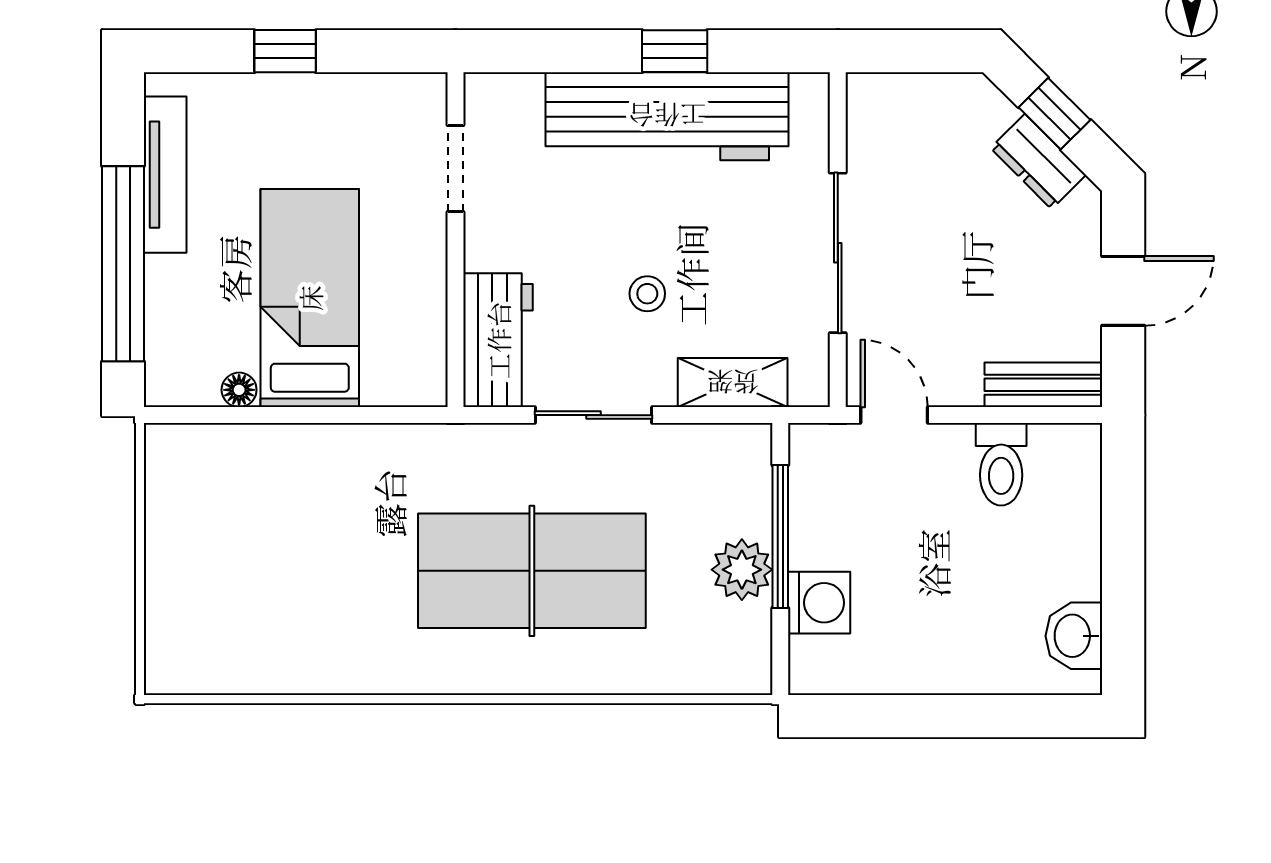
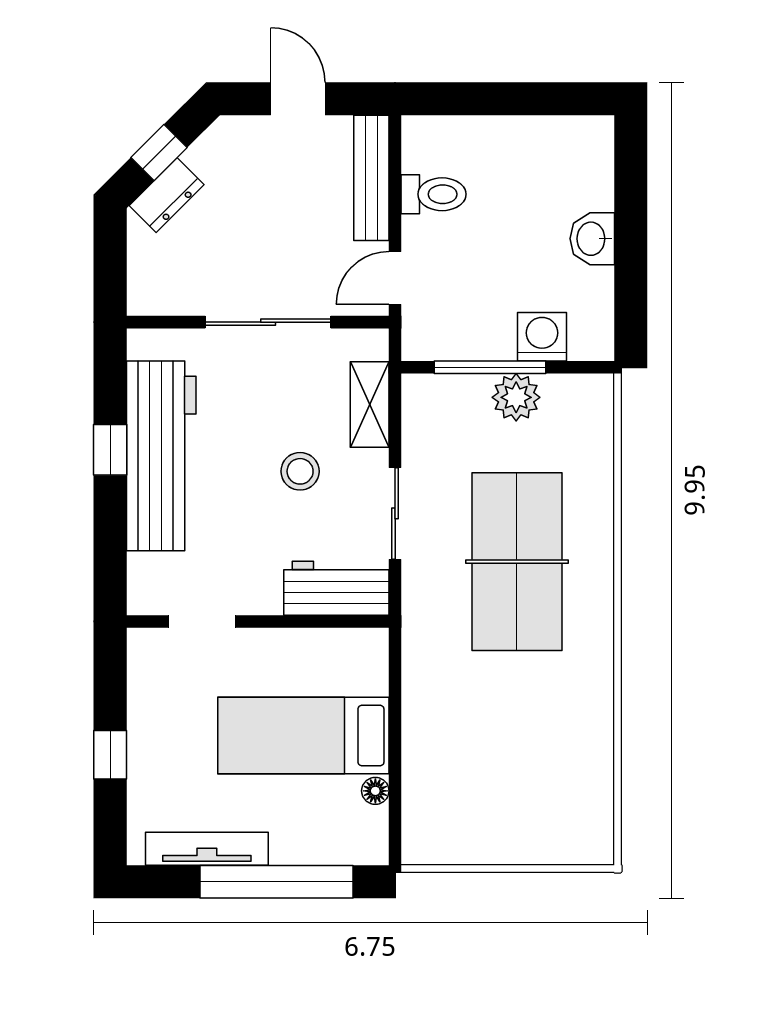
dresser: (1038, 162) -> (167, 195), moved
stool: (647, 294) -> (300, 471), width x1.37, depth x1.37
bench: (1043, 385) -> (371, 178), width x1.36
washbasin: (1074, 636) -> (592, 239), moved, turned 90

